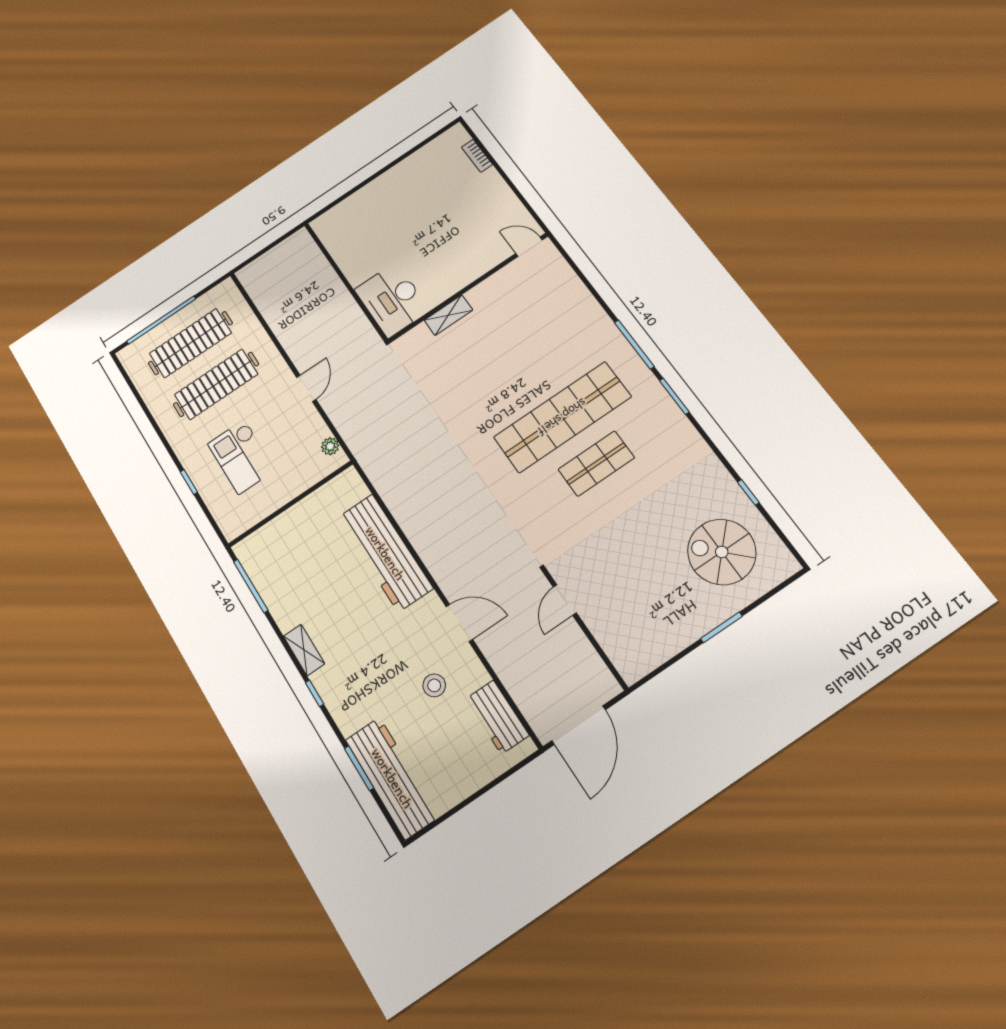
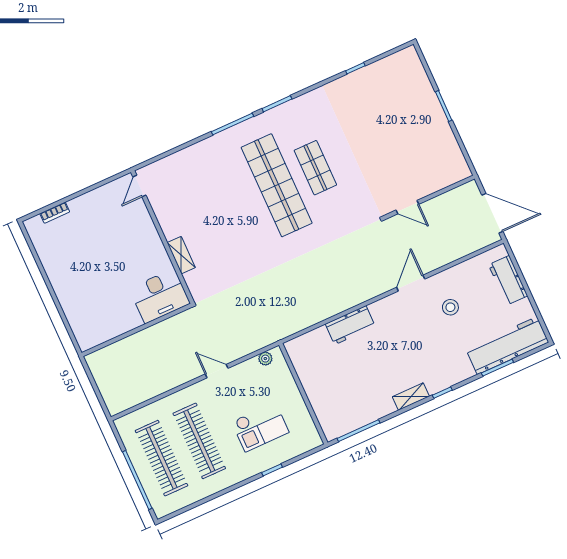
spiral stairs: (722, 552) -> (393, 95), removed
workbench: (385, 553) -> (350, 325), width x0.53, depth x0.76
workbench: (497, 717) -> (508, 280), moved, turned 90

